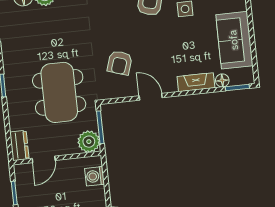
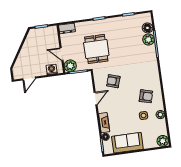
dining table: (59, 92) -> (96, 49), width x0.73
door: (44, 159) -> (62, 54), moved

